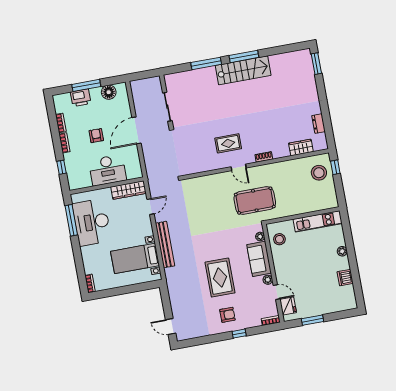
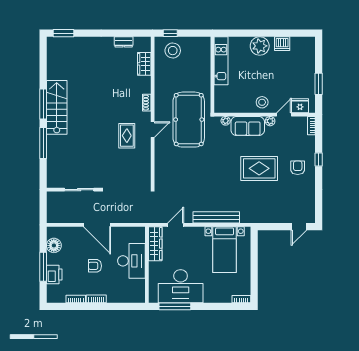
window: (62, 167) -> (120, 306), removed
pool table: (255, 201) -> (189, 120), width x1.36, depth x1.32
door: (150, 207) -> (176, 225), hinge flipped
stool: (279, 239) -> (262, 102), moved
plant: (342, 251) -> (260, 46), width x1.87, depth x1.87

